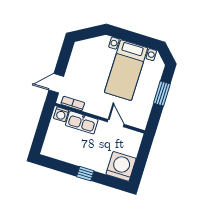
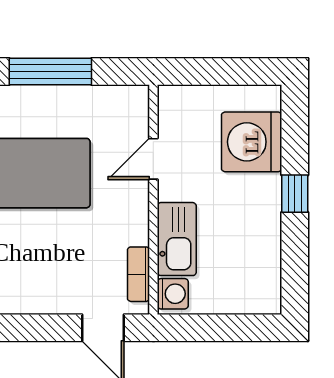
window: (162, 94) -> (50, 72), width x1.44
washing machine: (121, 166) -> (252, 142), moved

